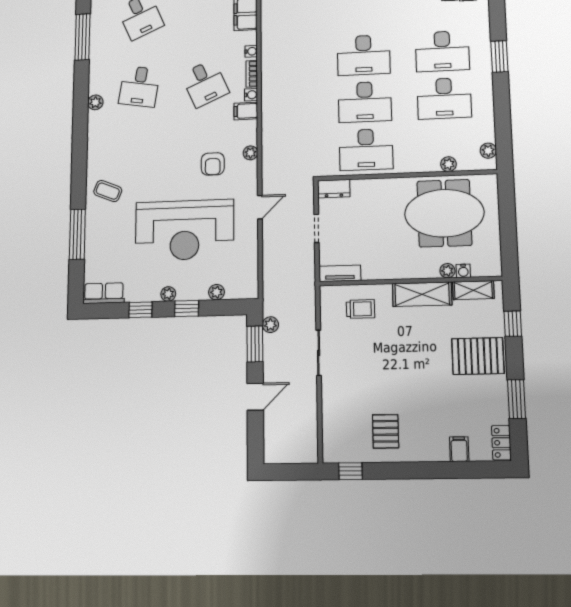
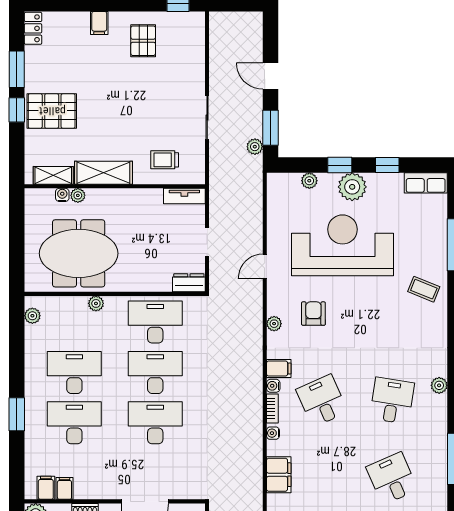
plant: (448, 164) -> (96, 303), moved
plant: (168, 294) -> (352, 187), width x1.87, depth x1.87
window: (513, 324) -> (17, 110), moved
door: (255, 397) -> (270, 76), hinge flipped
filing cabinet: (459, 449) -> (99, 23), moved

